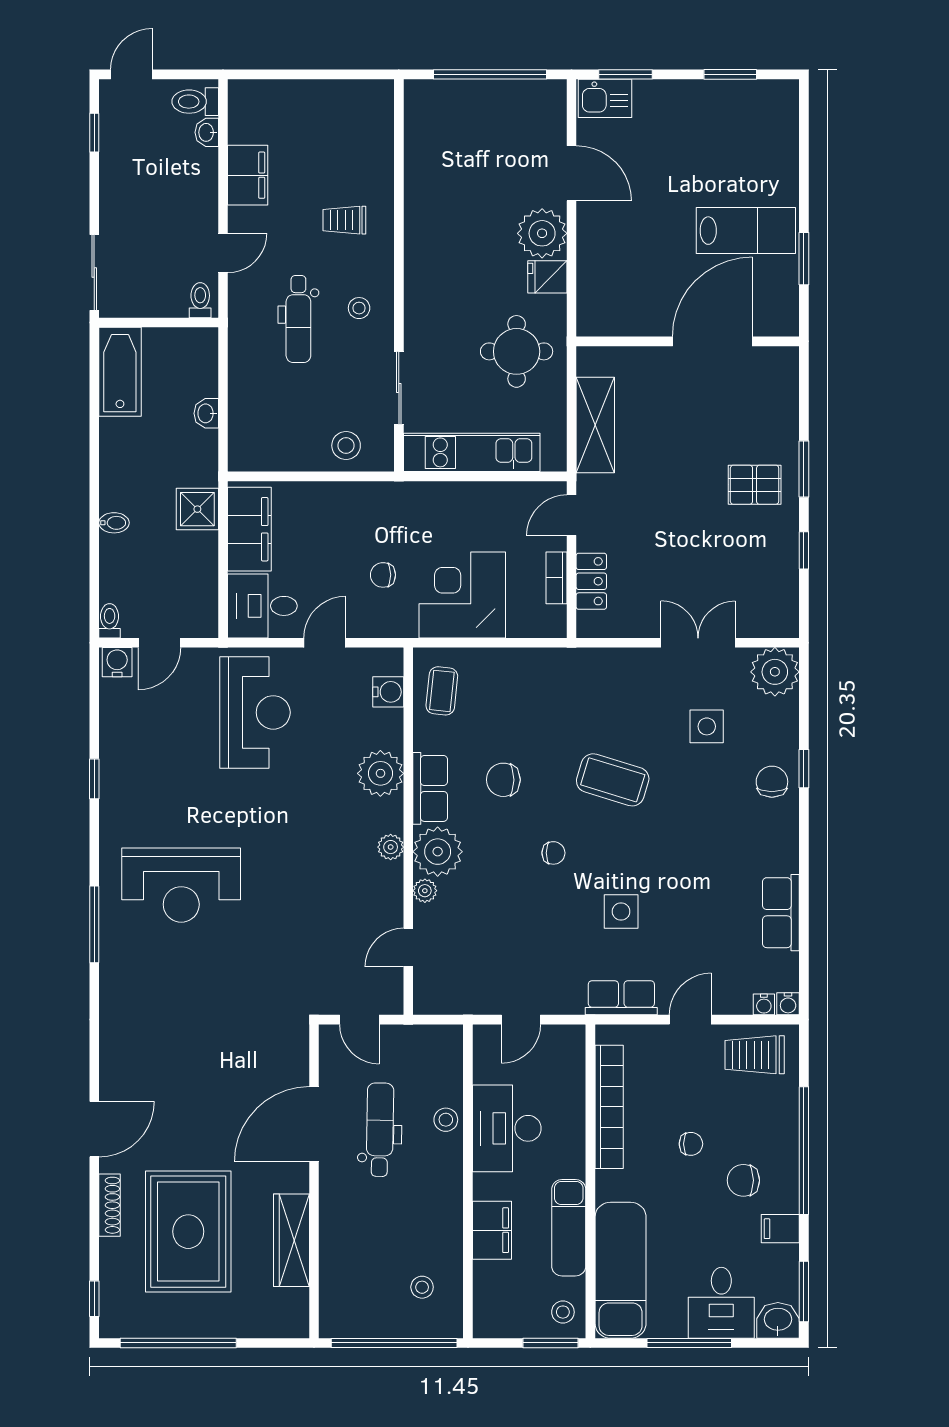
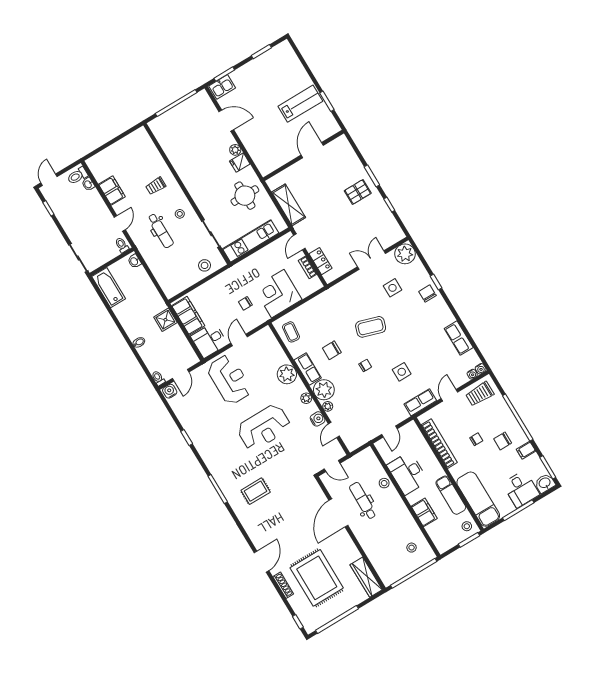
plant: (542, 233) -> (235, 150), width x0.53, depth x0.53
door: (712, 341) -> (312, 150), width x0.73
washbasin: (206, 413) -> (134, 261), moved
water cooler: (388, 692) -> (318, 419), moved
reception desk: (181, 885) -> (264, 427), moved
rug: (170, 976) -> (256, 491), added
wardrobe: (291, 1240) -> (366, 577), moved

